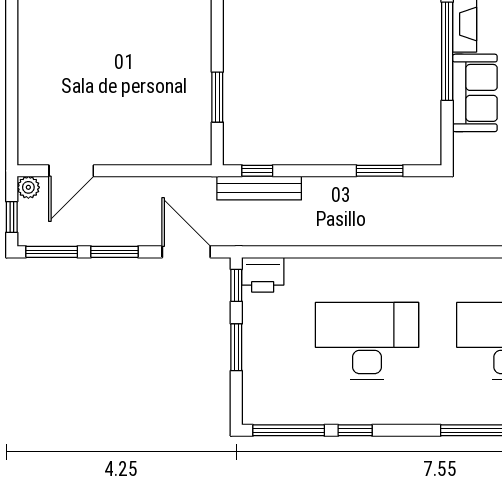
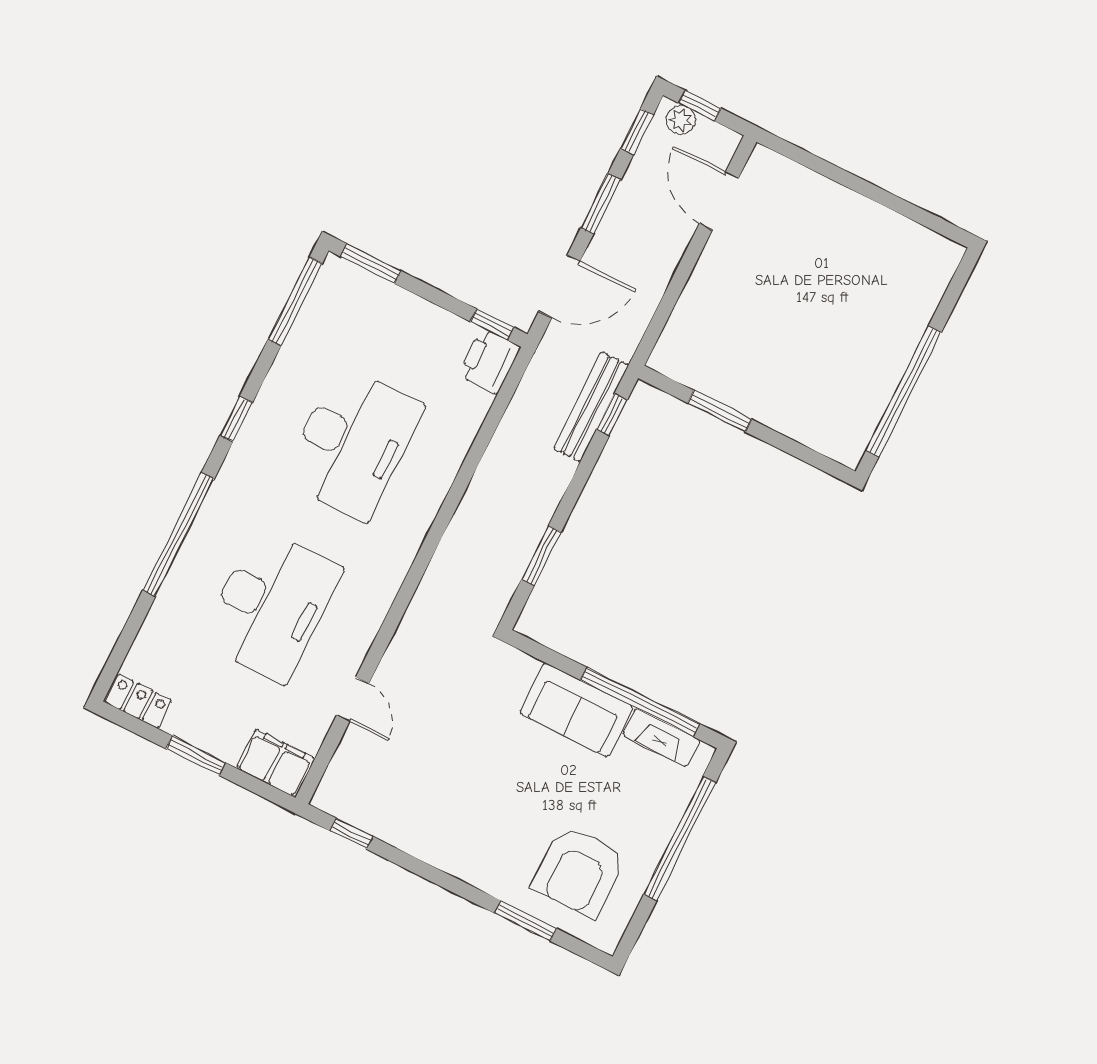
plant: (28, 187) -> (681, 120), moved
window: (52, 252) -> (637, 131), width x0.67
window: (236, 347) -> (371, 264), moved
window: (355, 430) -> (236, 419), moved

